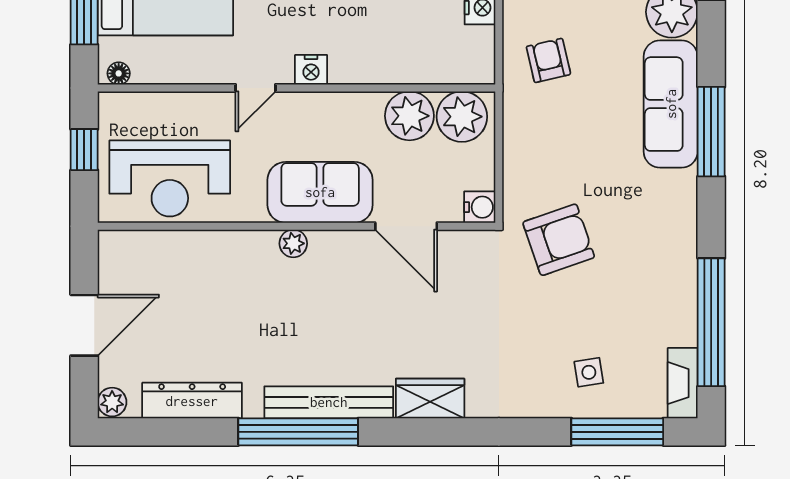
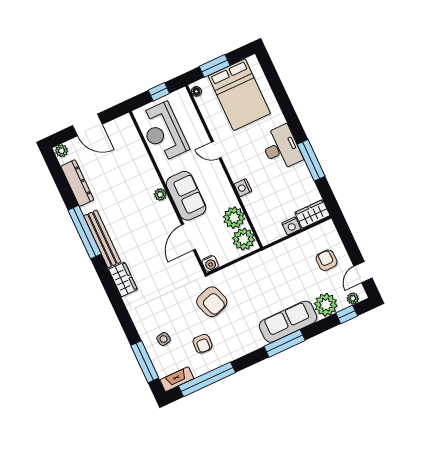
armchair: (548, 60) -> (203, 344), moved, turned 106
nightstand: (311, 70) -> (243, 188), moved

